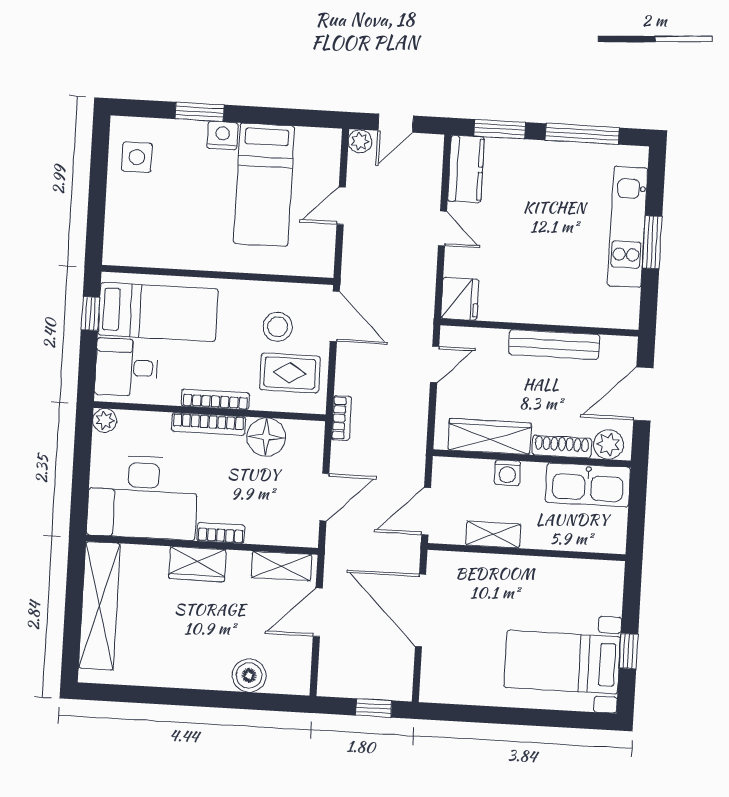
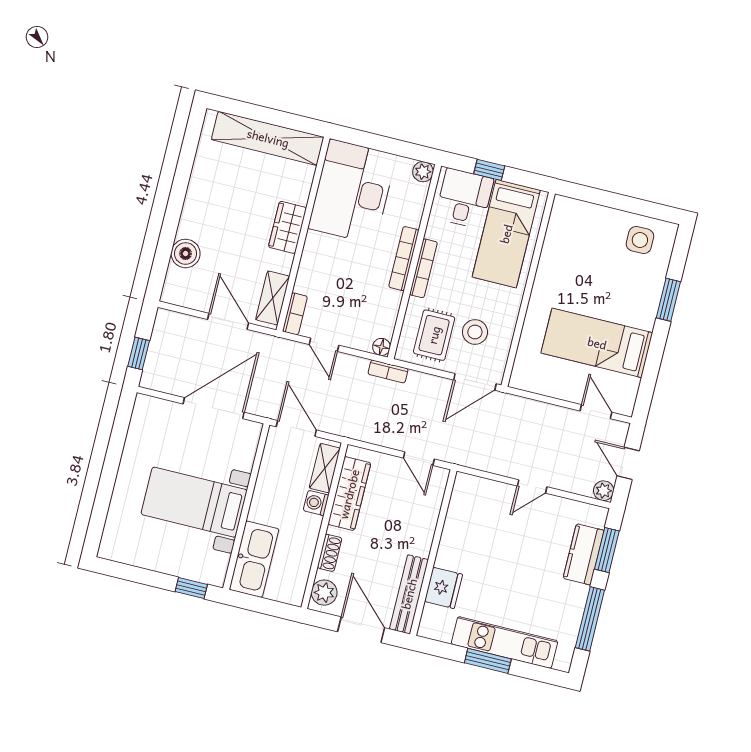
nightstand: (222, 136) -> (645, 315), removed
plant: (360, 141) -> (604, 491), moved
kitchen counter: (466, 169) -> (584, 554), moved, turned 90
door: (341, 206) -> (596, 412), moved
fridge: (460, 299) -> (444, 588), moved, turned -90
window: (90, 314) -> (489, 170), moved
bench: (554, 344) -> (409, 594), moved
floor lamp: (266, 437) -> (381, 347), moved, width x0.53, depth x0.53
shoe rack: (562, 447) -> (330, 553), width x0.70
kitchen sink: (588, 485) -> (254, 559), moved, turned 180
door: (324, 497) -> (324, 345), width x0.73
bookcase: (221, 533) -> (295, 314), moved
shelving: (493, 534) -> (325, 468), moved
window: (629, 651) -> (191, 588), moved
bed with nightstands: (562, 662) -> (194, 502), moved, turned -90

